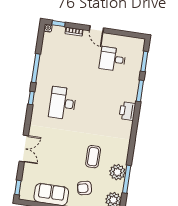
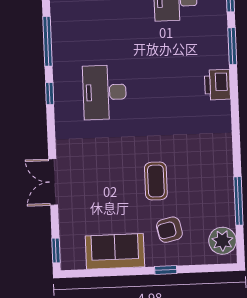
double door: (24, 148) -> (53, 182), swing flipped
coffee table: (93, 157) -> (156, 181), moved
plant: (117, 172) -> (220, 192), removed

